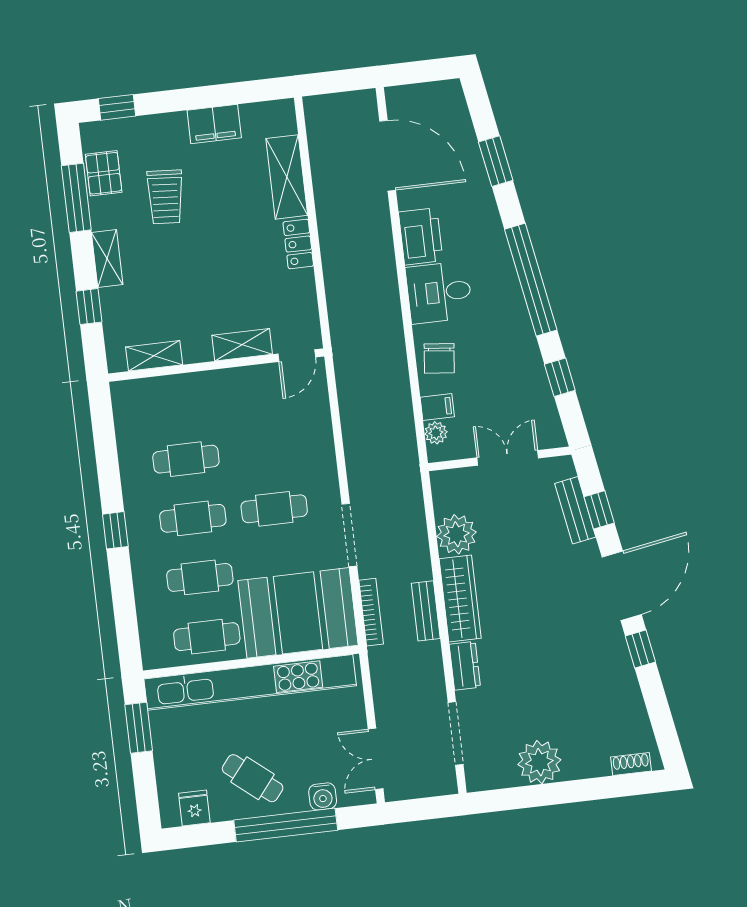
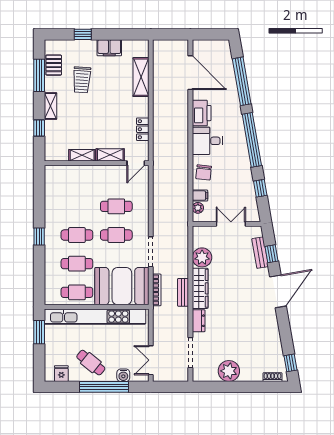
window: (117, 107) -> (83, 34), moved
window: (496, 161) -> (242, 81), width x2.11
locker: (298, 244) -> (143, 129), moved
shelving: (154, 356) -> (82, 155), moved
cafe table: (186, 459) -> (116, 206), moved
window: (640, 649) -> (290, 363), moved

